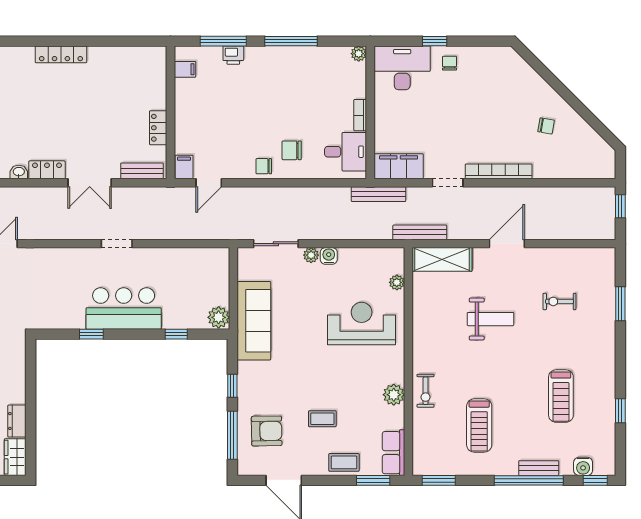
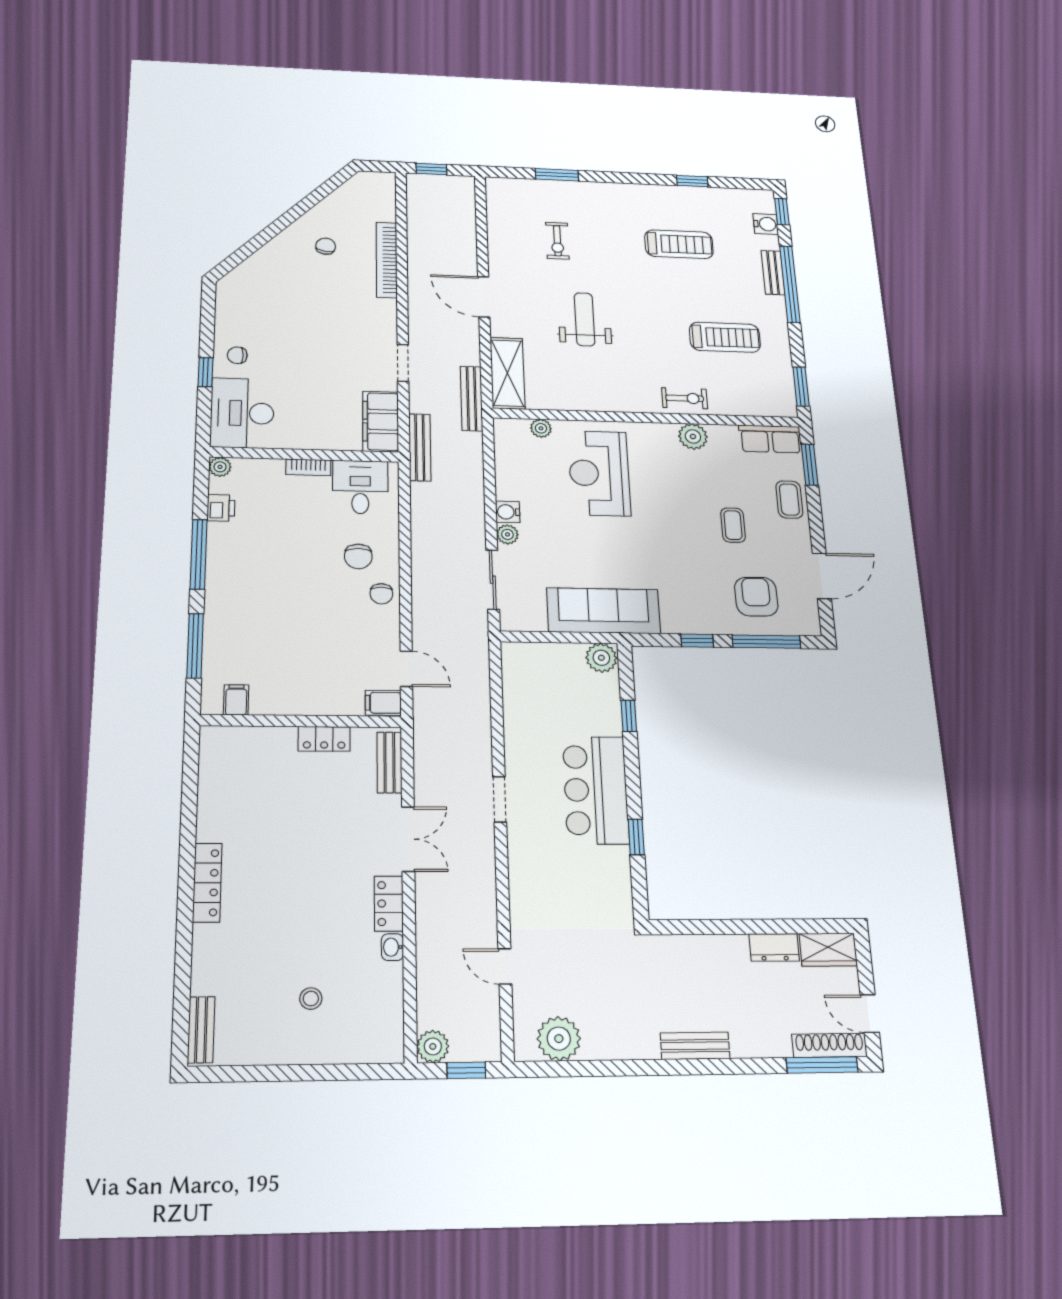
printer: (233, 55) -> (221, 508), moved
bookcase: (499, 171) -> (387, 260), moved

